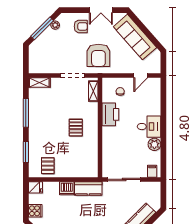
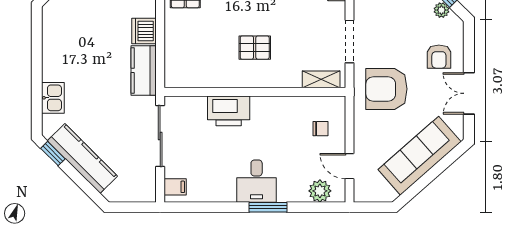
printer: (110, 114) -> (229, 111), moved
window: (163, 120) -> (268, 207), added
plant: (154, 144) -> (320, 191), moved

